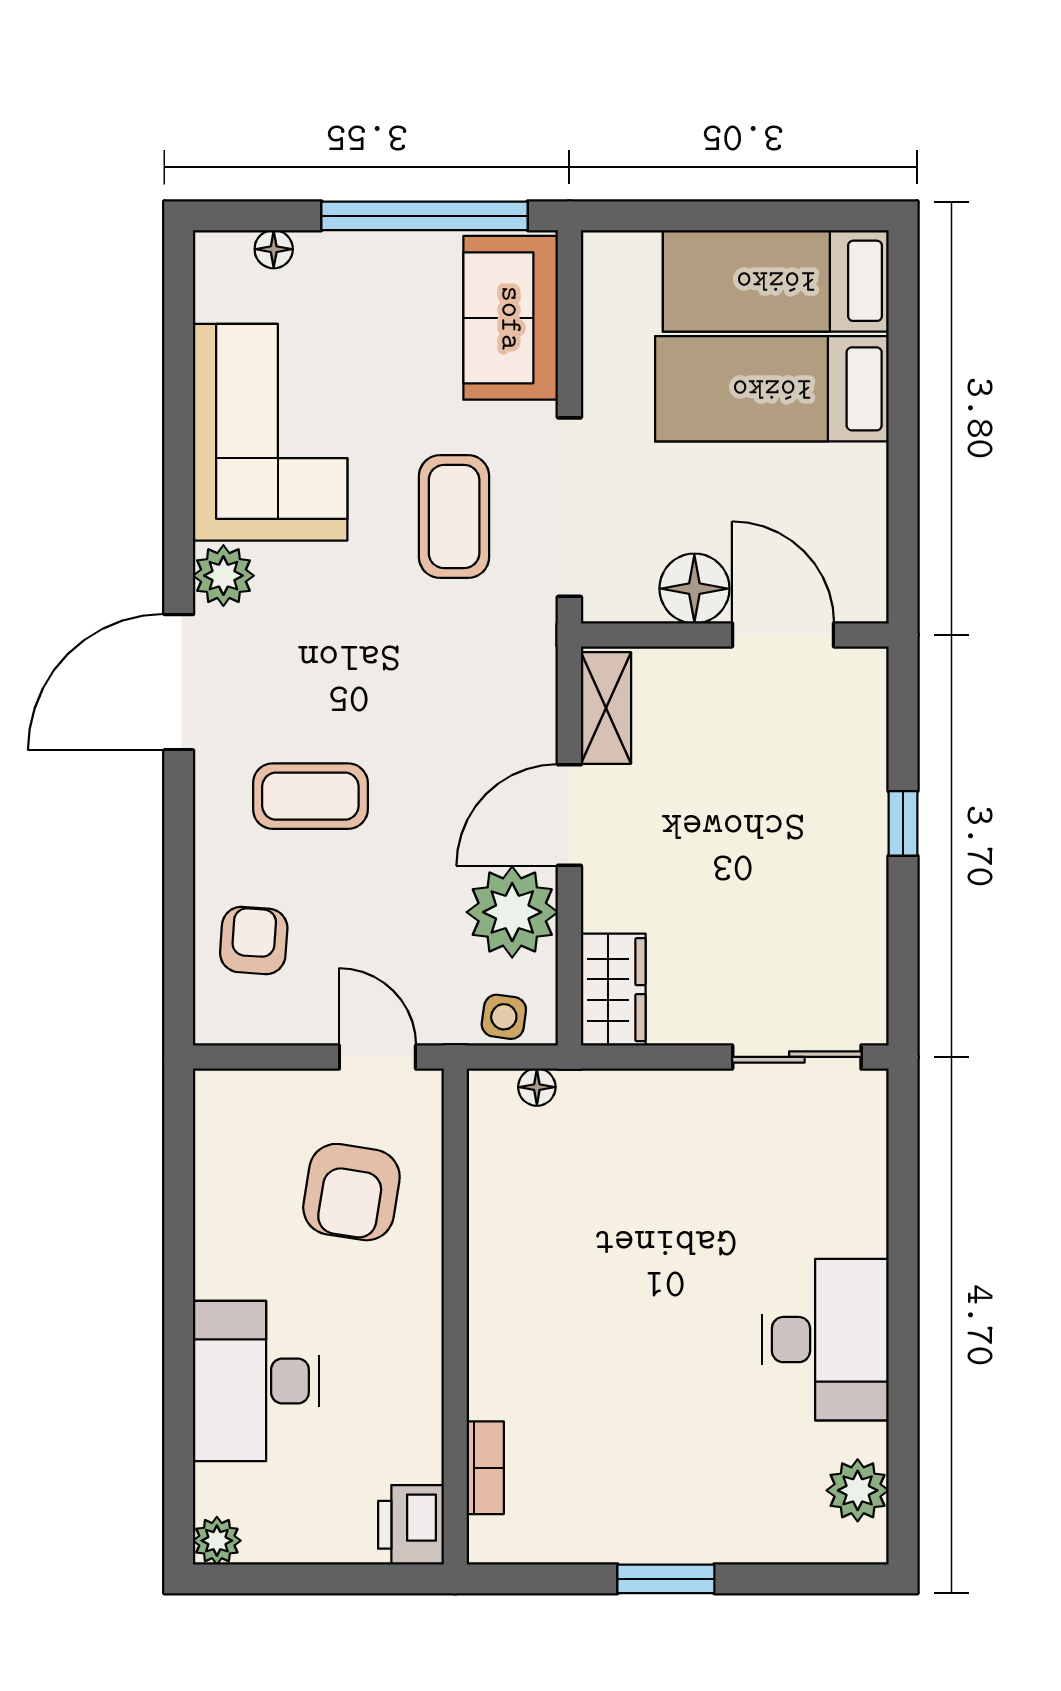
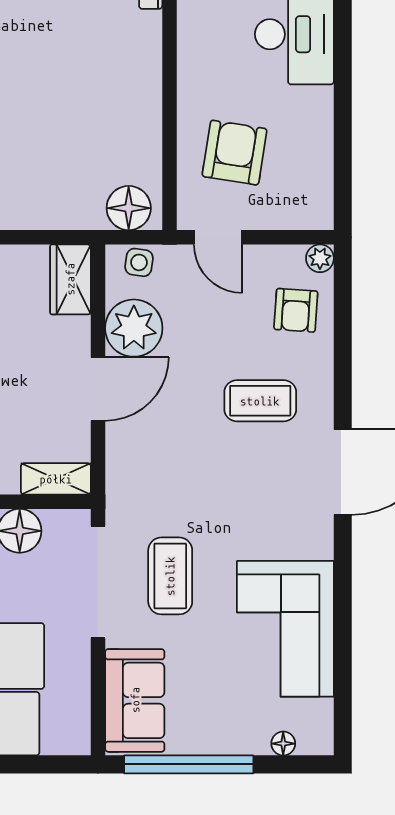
plant: (223, 576) -> (320, 258), moved, width x0.73, depth x0.73
shelving: (606, 708) -> (56, 479), moved, turned 90
floor lamp: (537, 1087) -> (129, 208), width x1.89, depth x1.89

